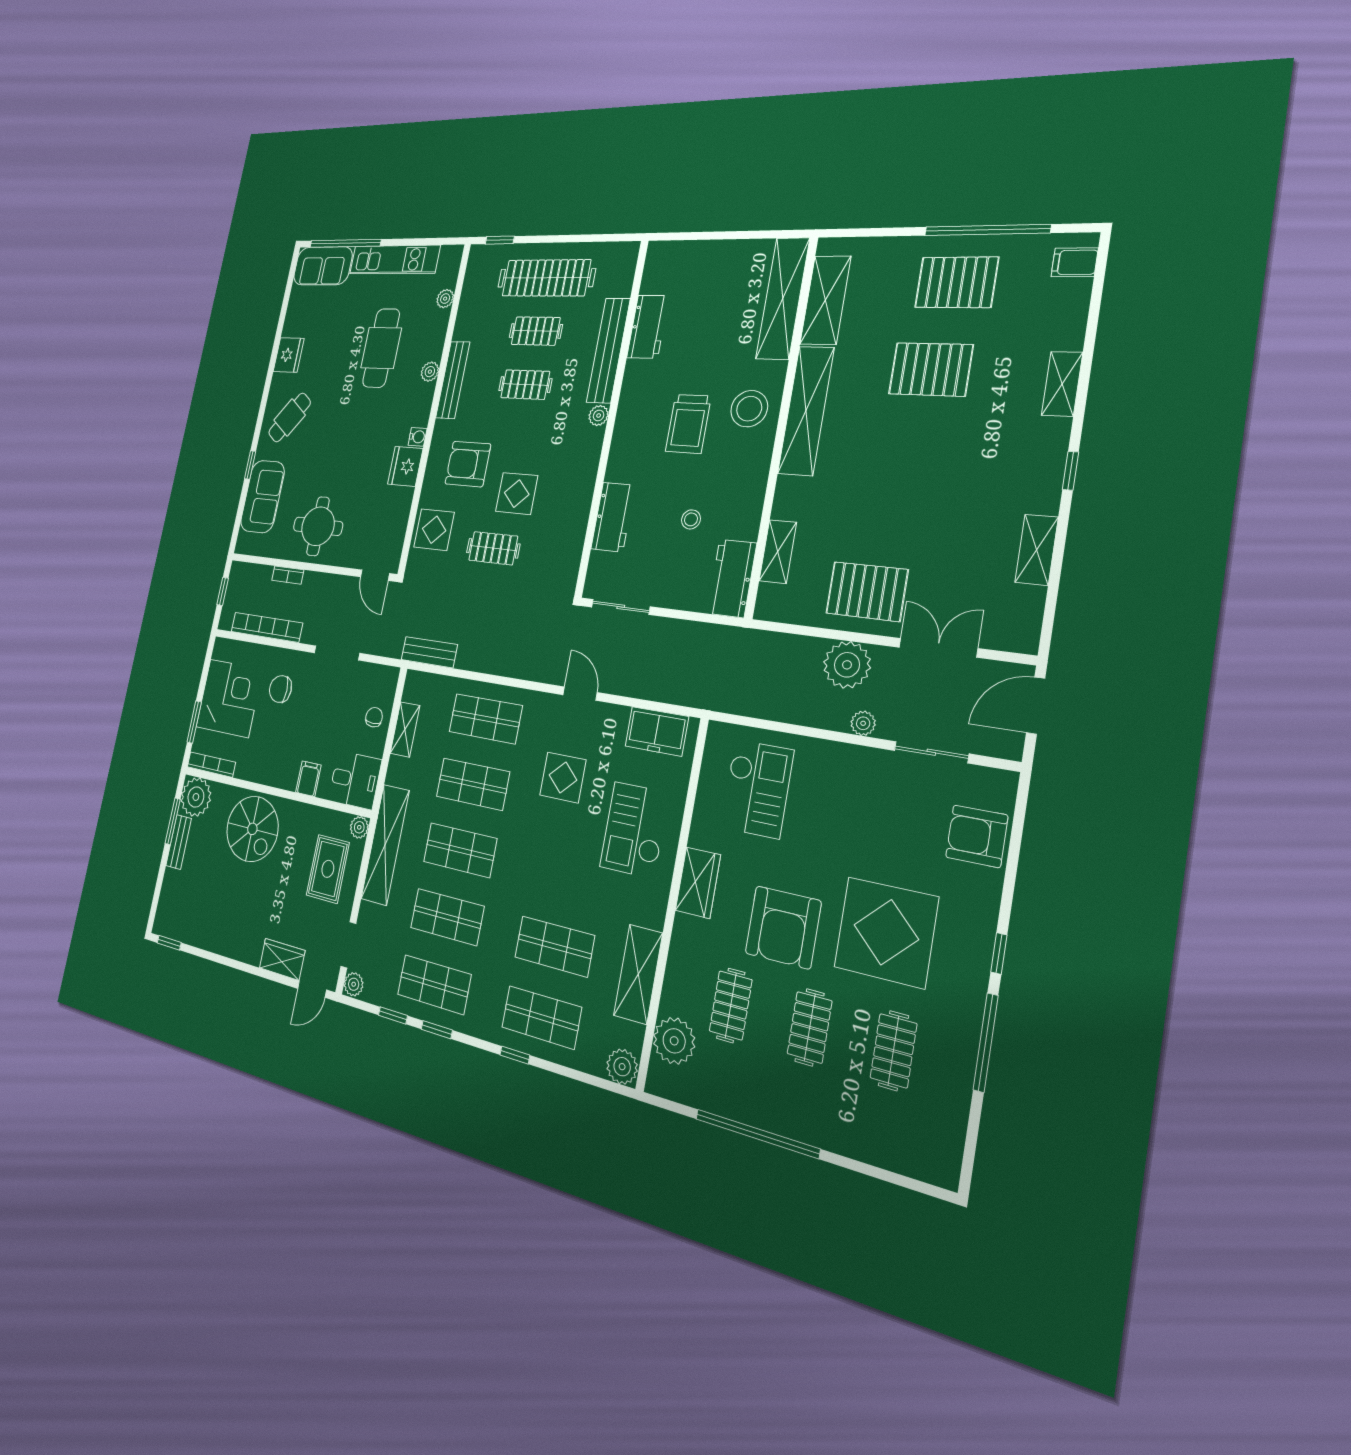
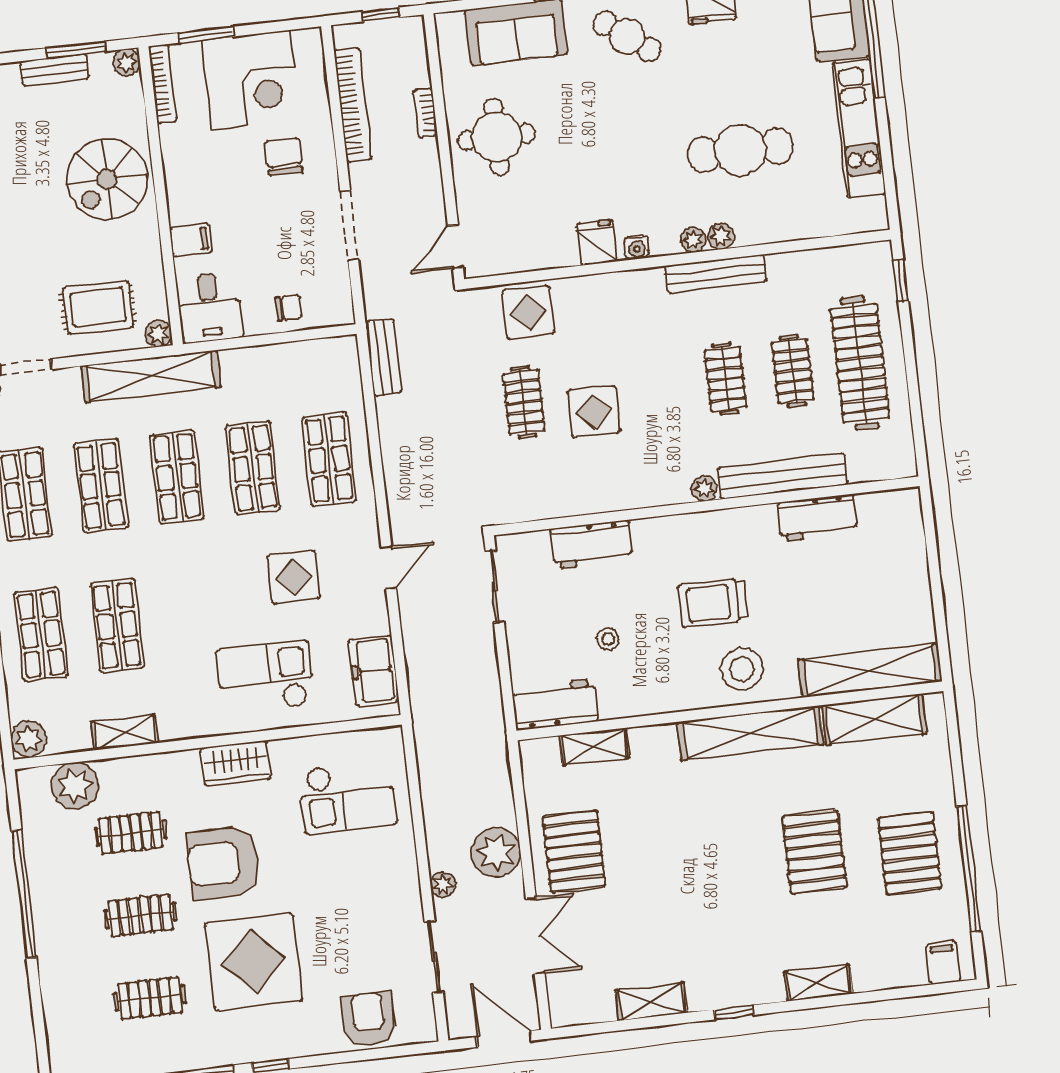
plant: (445, 299) -> (693, 240), moved
armchair: (468, 464) -> (616, 332), removed
fridge: (405, 466) -> (597, 242), width x0.72
shelving: (405, 729) -> (287, 356), removed
plant: (196, 797) -> (127, 62), width x0.53, depth x0.53
shelving: (638, 974) -> (125, 732), width x0.67, depth x0.75

